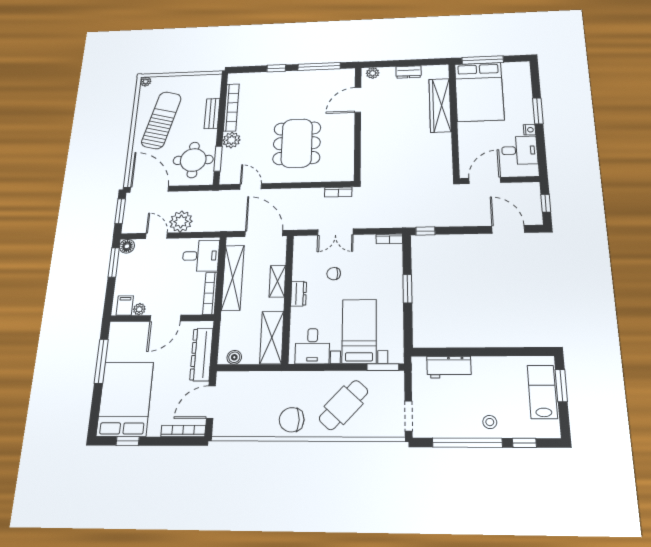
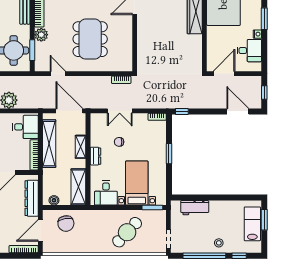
chair: (292, 420) -> (66, 224), moved, turned -100

